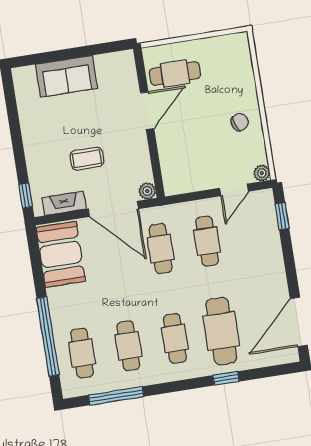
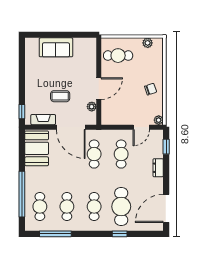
plant: (222, 44) -> (148, 43), added
door: (147, 111) -> (99, 89), moved
plant: (147, 191) -> (92, 107), moved
dresser: (274, 255) -> (158, 168), added

